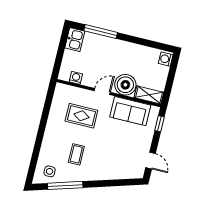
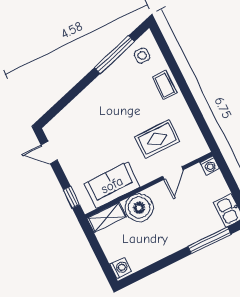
washing machine: (76, 78) -> (210, 165), moved
door: (102, 92) -> (173, 173), moved
coffee table: (76, 154) -> (165, 85), moved

